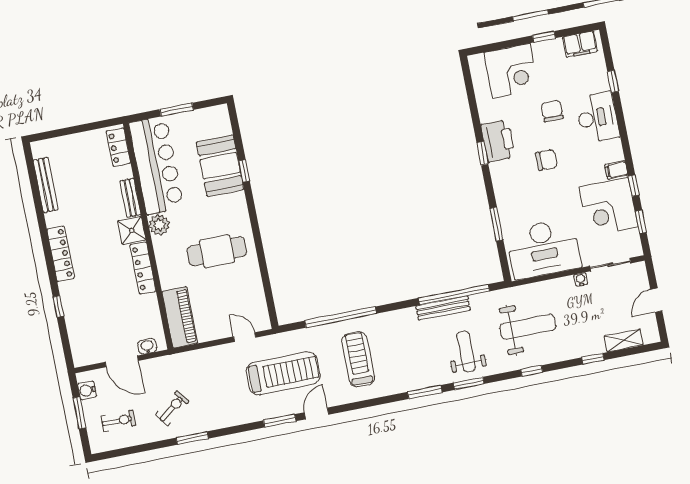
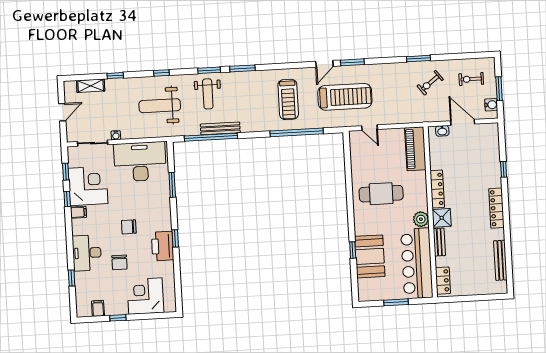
filing cabinet: (580, 44) -> (98, 308), width x0.50
treadmill: (283, 373) -> (345, 97), turned 180

